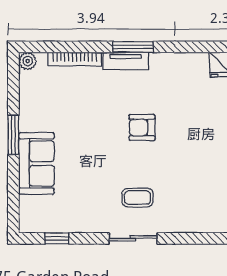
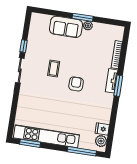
plant: (28, 61) -> (88, 26), moved
coffee table: (138, 198) -> (54, 68), moved
window: (57, 238) -> (24, 46), moved

